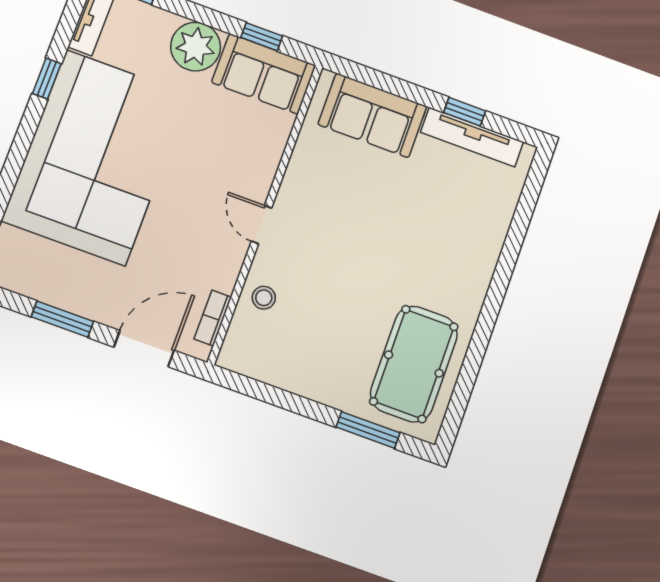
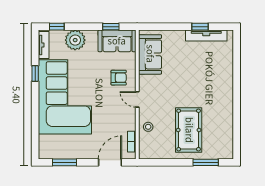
plant: (196, 47) -> (75, 40), moved
sofa: (372, 115) -> (150, 54), moved, turned -90
armchair: (237, 159) -> (119, 78), added
window: (62, 319) -> (65, 162), moved
pool table: (414, 364) -> (189, 130), moved

